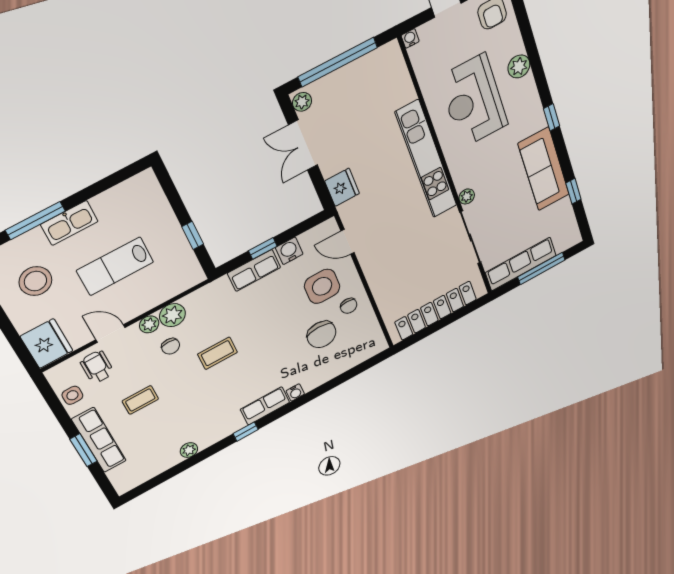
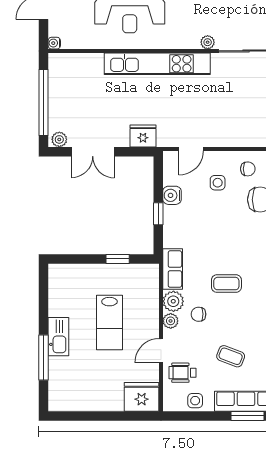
row of seats: (254, 270) -> (173, 269), moved
stool: (35, 281) -> (88, 380), removed
side table: (322, 286) -> (218, 183), width x0.54, depth x0.54
chair: (171, 346) -> (199, 314), turned 180
coffee table: (217, 353) -> (226, 284), turned 90
coffee table: (140, 400) -> (231, 356), turned -69

